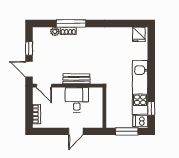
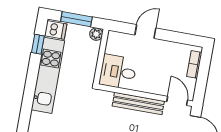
bench: (77, 79) -> (138, 104), width x1.36
desk: (77, 100) -> (118, 72), moved, turned 90
plant: (111, 123) -> (96, 34), added

